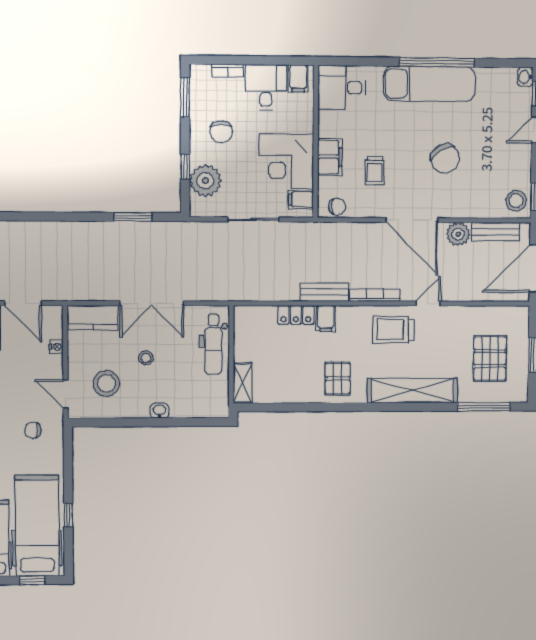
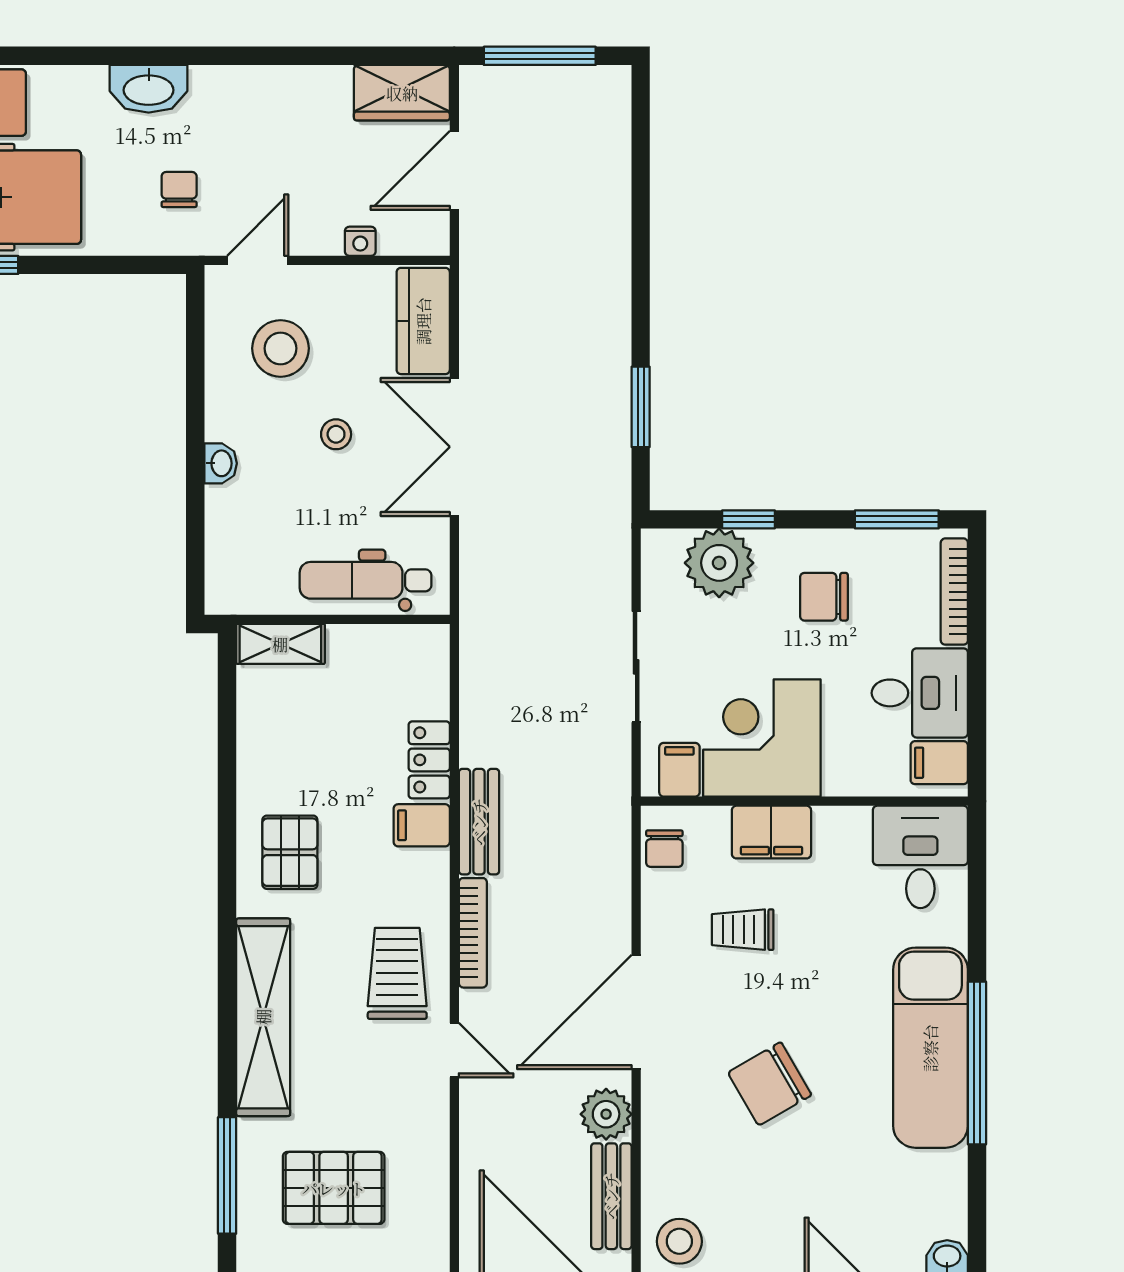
bookcase: (228, 71) -> (954, 592), width x1.56
pallet: (338, 379) -> (290, 852), turned 90

